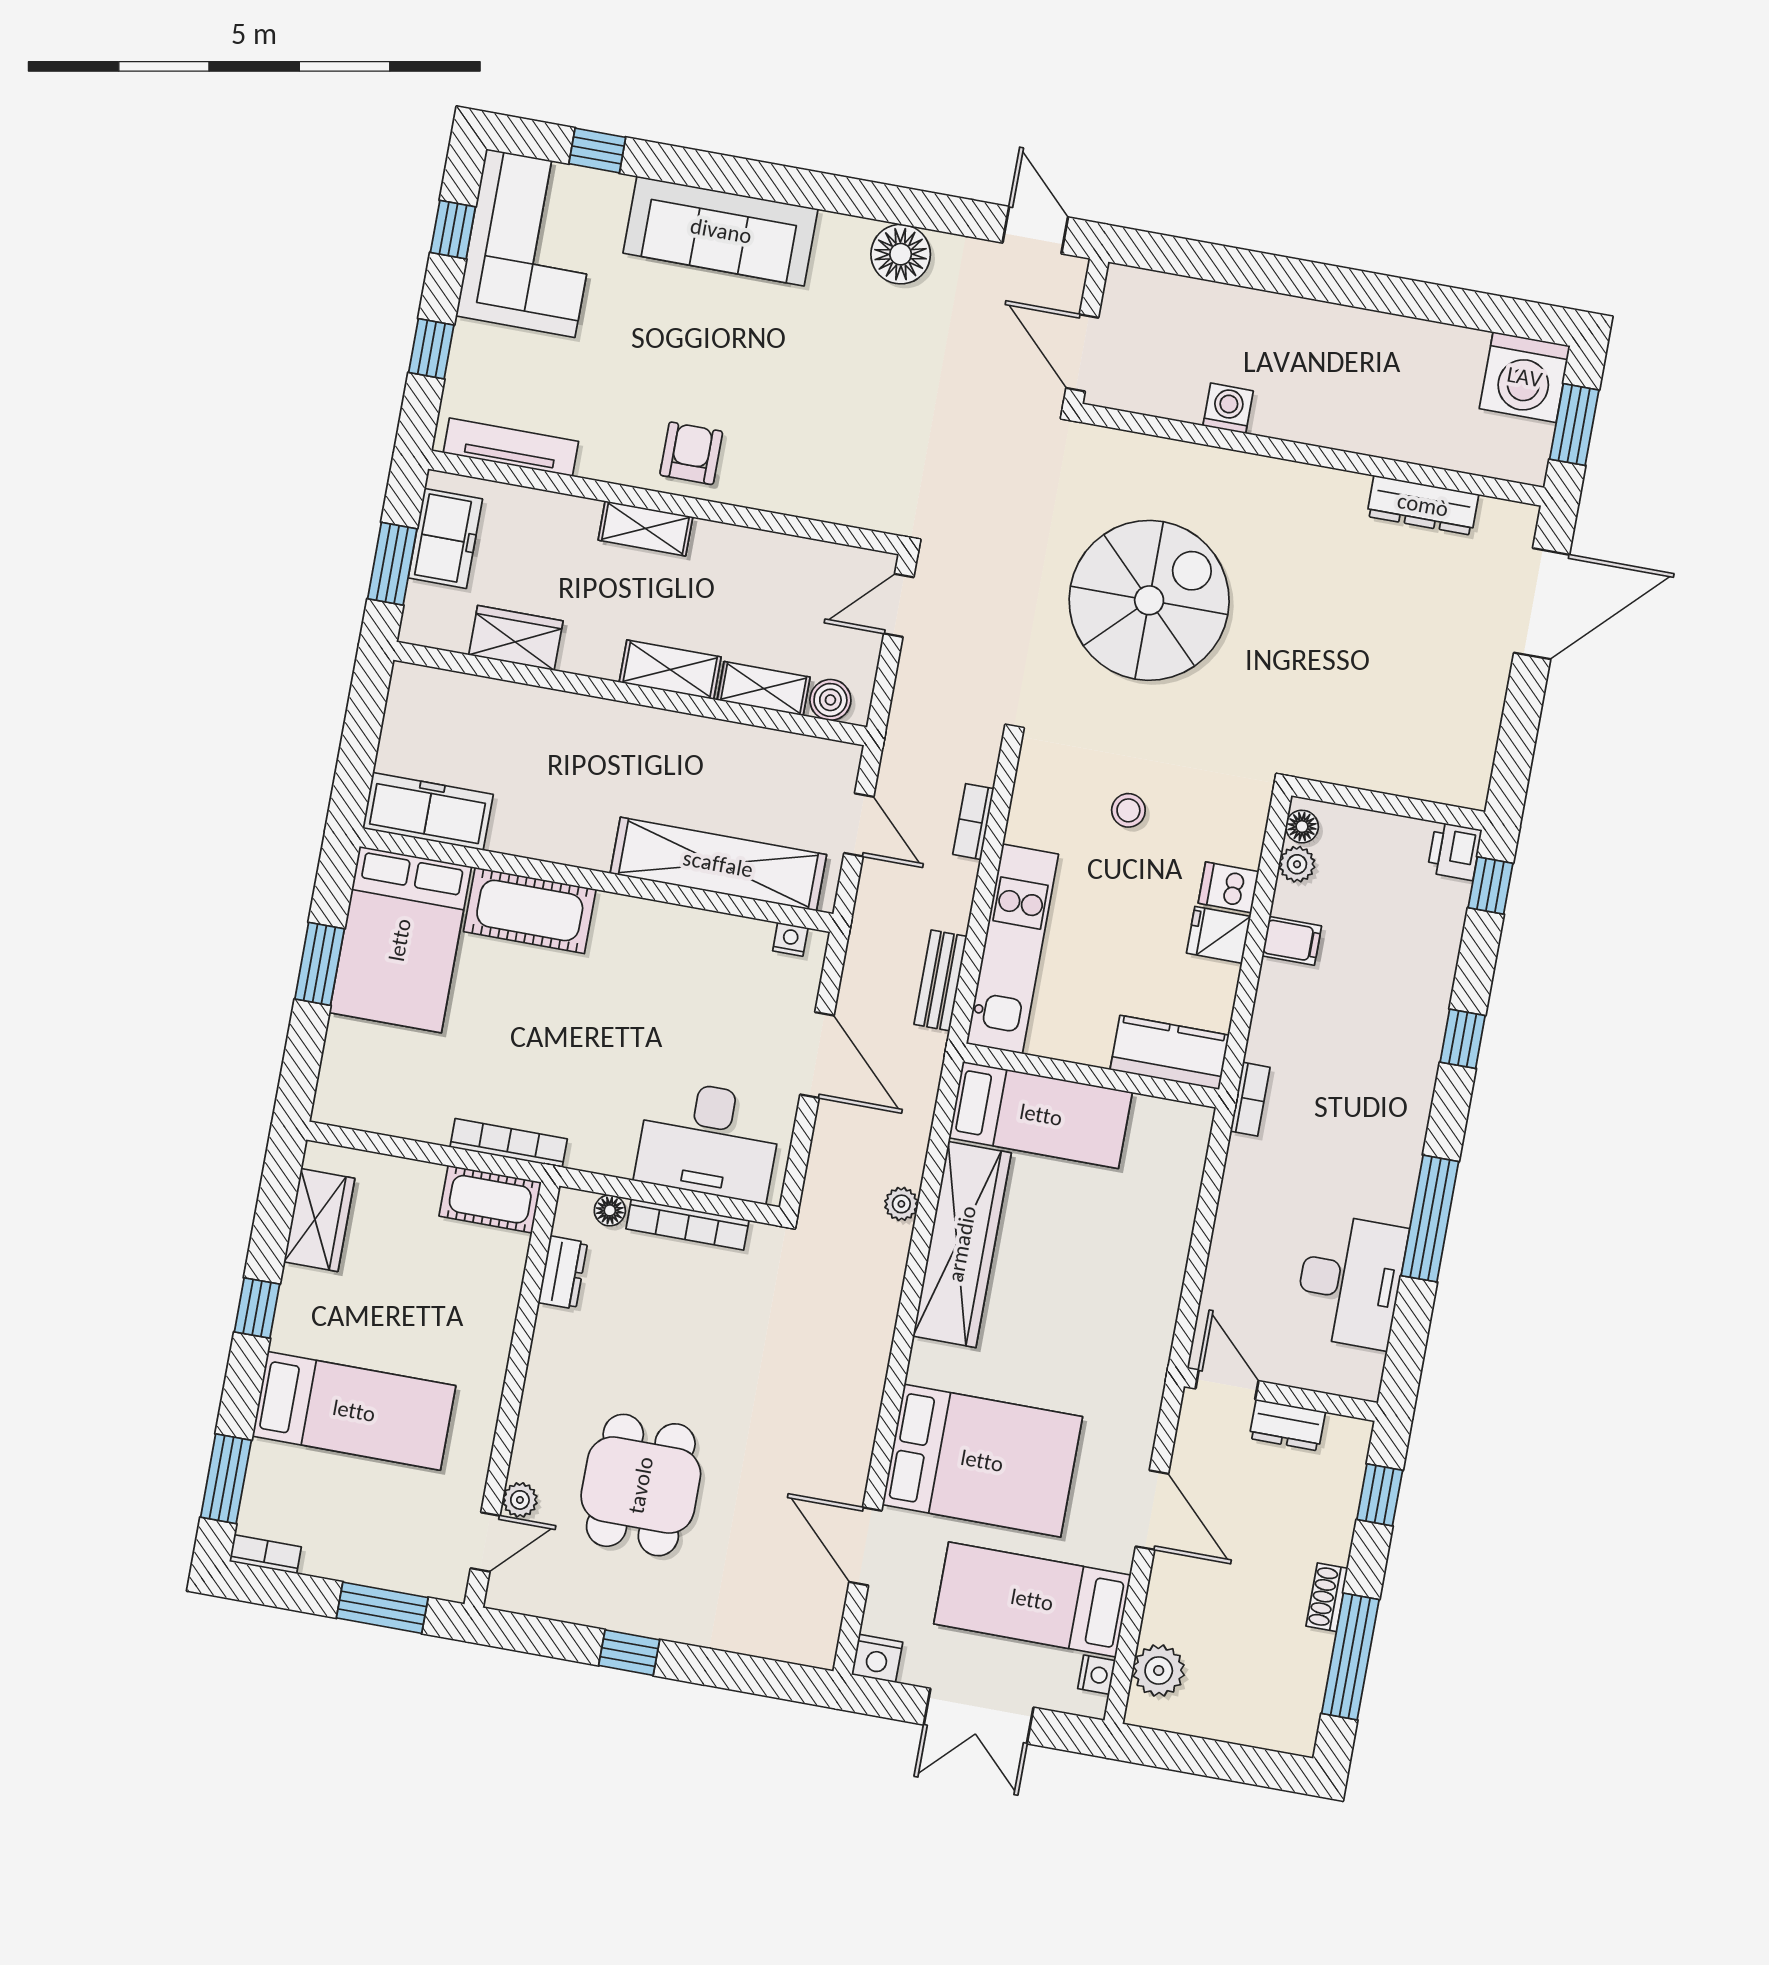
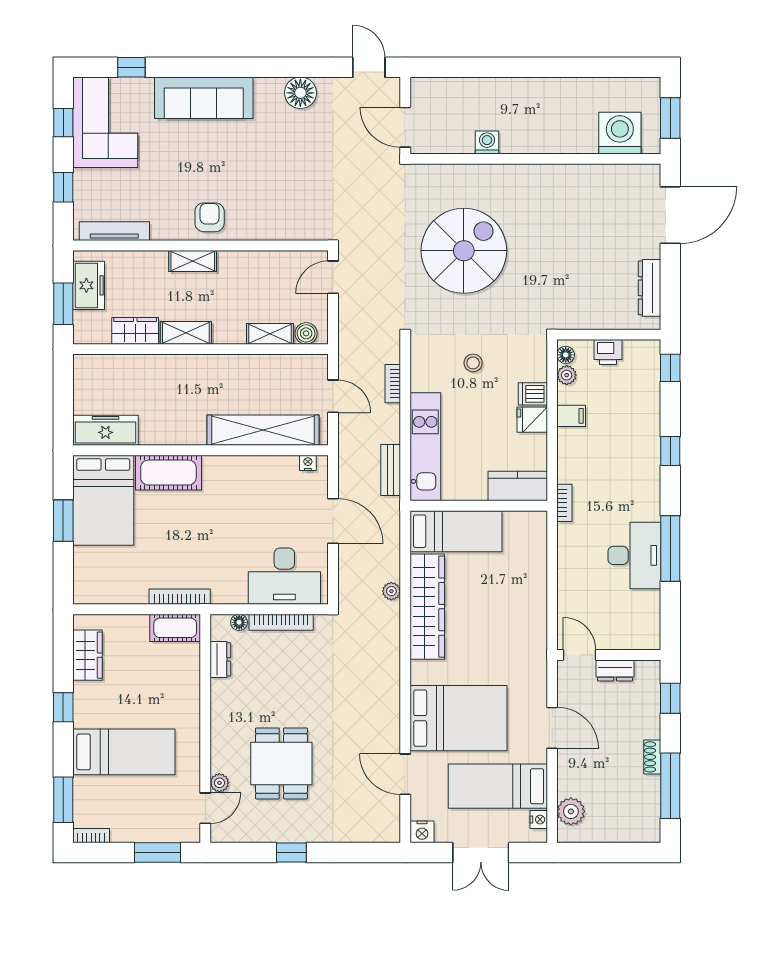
washing machine: (1525, 377) -> (620, 133), moved, turned 180
dresser: (1423, 505) -> (649, 288), moved, turned 90
shelving: (670, 670) -> (186, 333), moved
printer: (1454, 851) -> (608, 352), moved, turned -90
desk: (1350, 1281) -> (634, 555), moved

